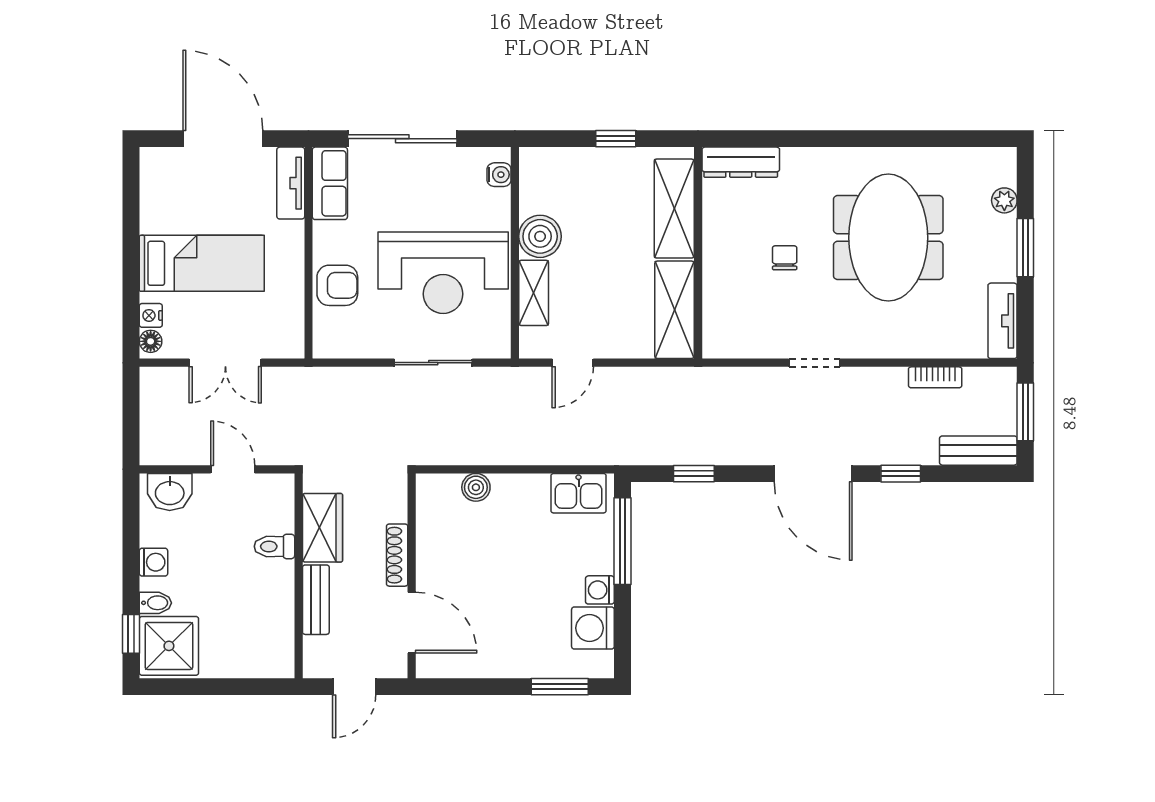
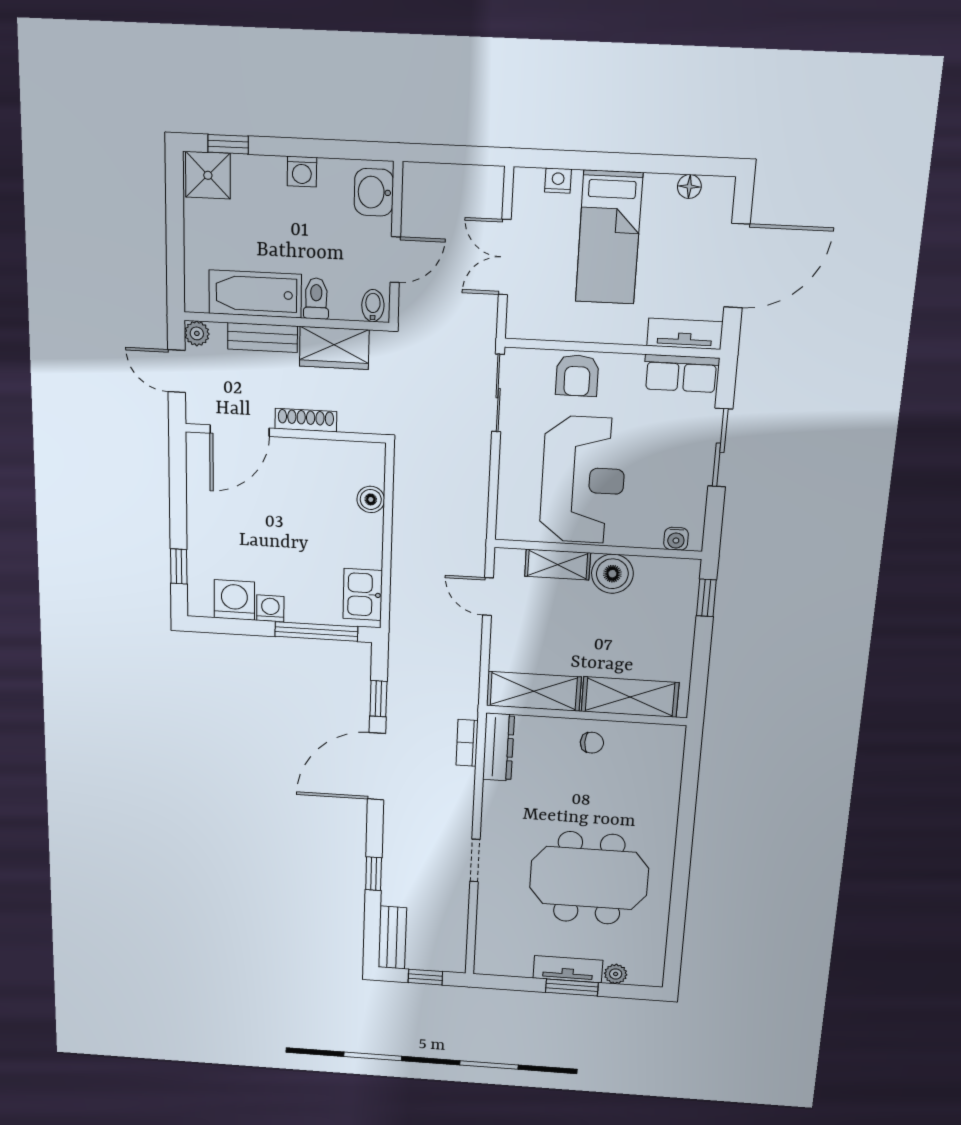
sliding door: (402, 139) -> (720, 448), width x0.73
window: (616, 139) -> (706, 598), moved
dresser: (741, 162) -> (499, 747), moved, turned 180
chair: (785, 258) -> (592, 743), moved
reception desk: (443, 273) -> (583, 480), turned 180
tv unit: (1002, 321) -> (568, 969), moved
floor lamp: (151, 341) -> (689, 187), moved
sliding door: (433, 363) -> (498, 393), moved
doorway: (814, 363) -> (475, 861), moved
bookcase: (935, 377) -> (467, 743), moved
window: (1025, 412) -> (425, 977), width x0.67
door: (813, 474) -> (377, 766), moved
bidet: (155, 603) -> (373, 306), moved, turned 180
bathtub: (273, 607) -> (255, 294), added
shower: (169, 646) -> (208, 175), width x0.73, depth x0.73
plant: (315, 666) -> (197, 333), added
window: (560, 687) -> (179, 566), width x0.67

